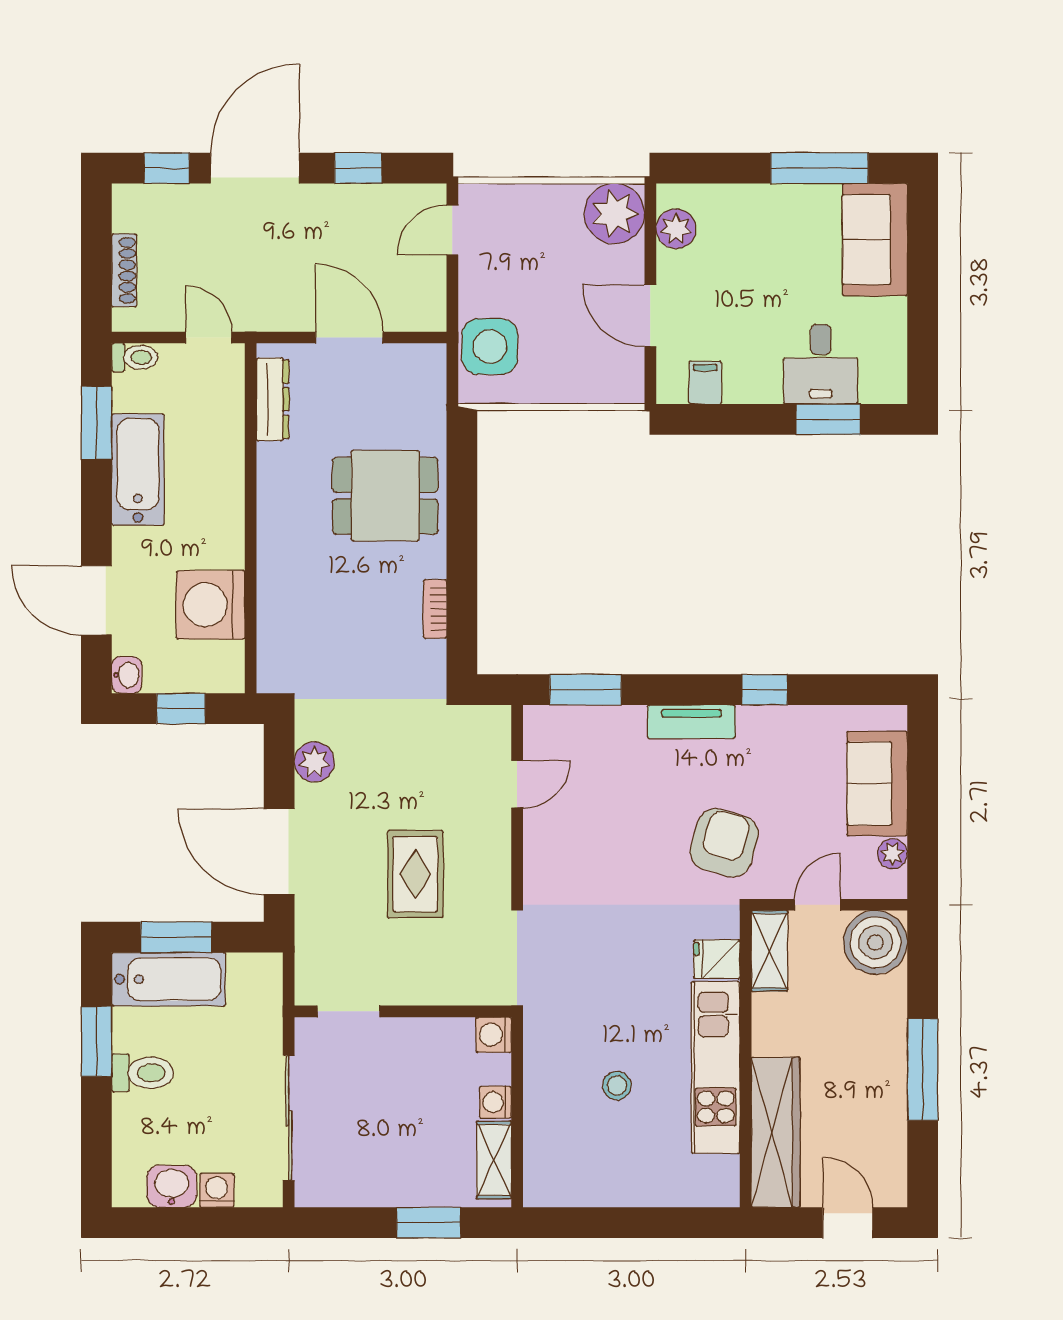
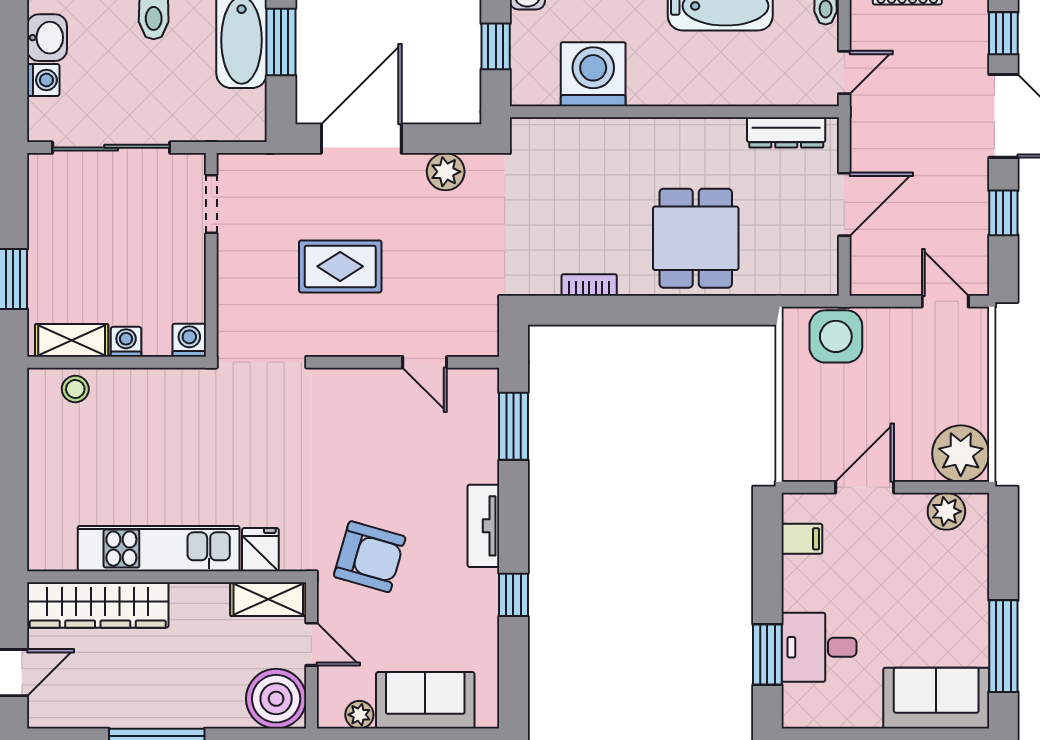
stool: (617, 1086) -> (75, 389), moved

